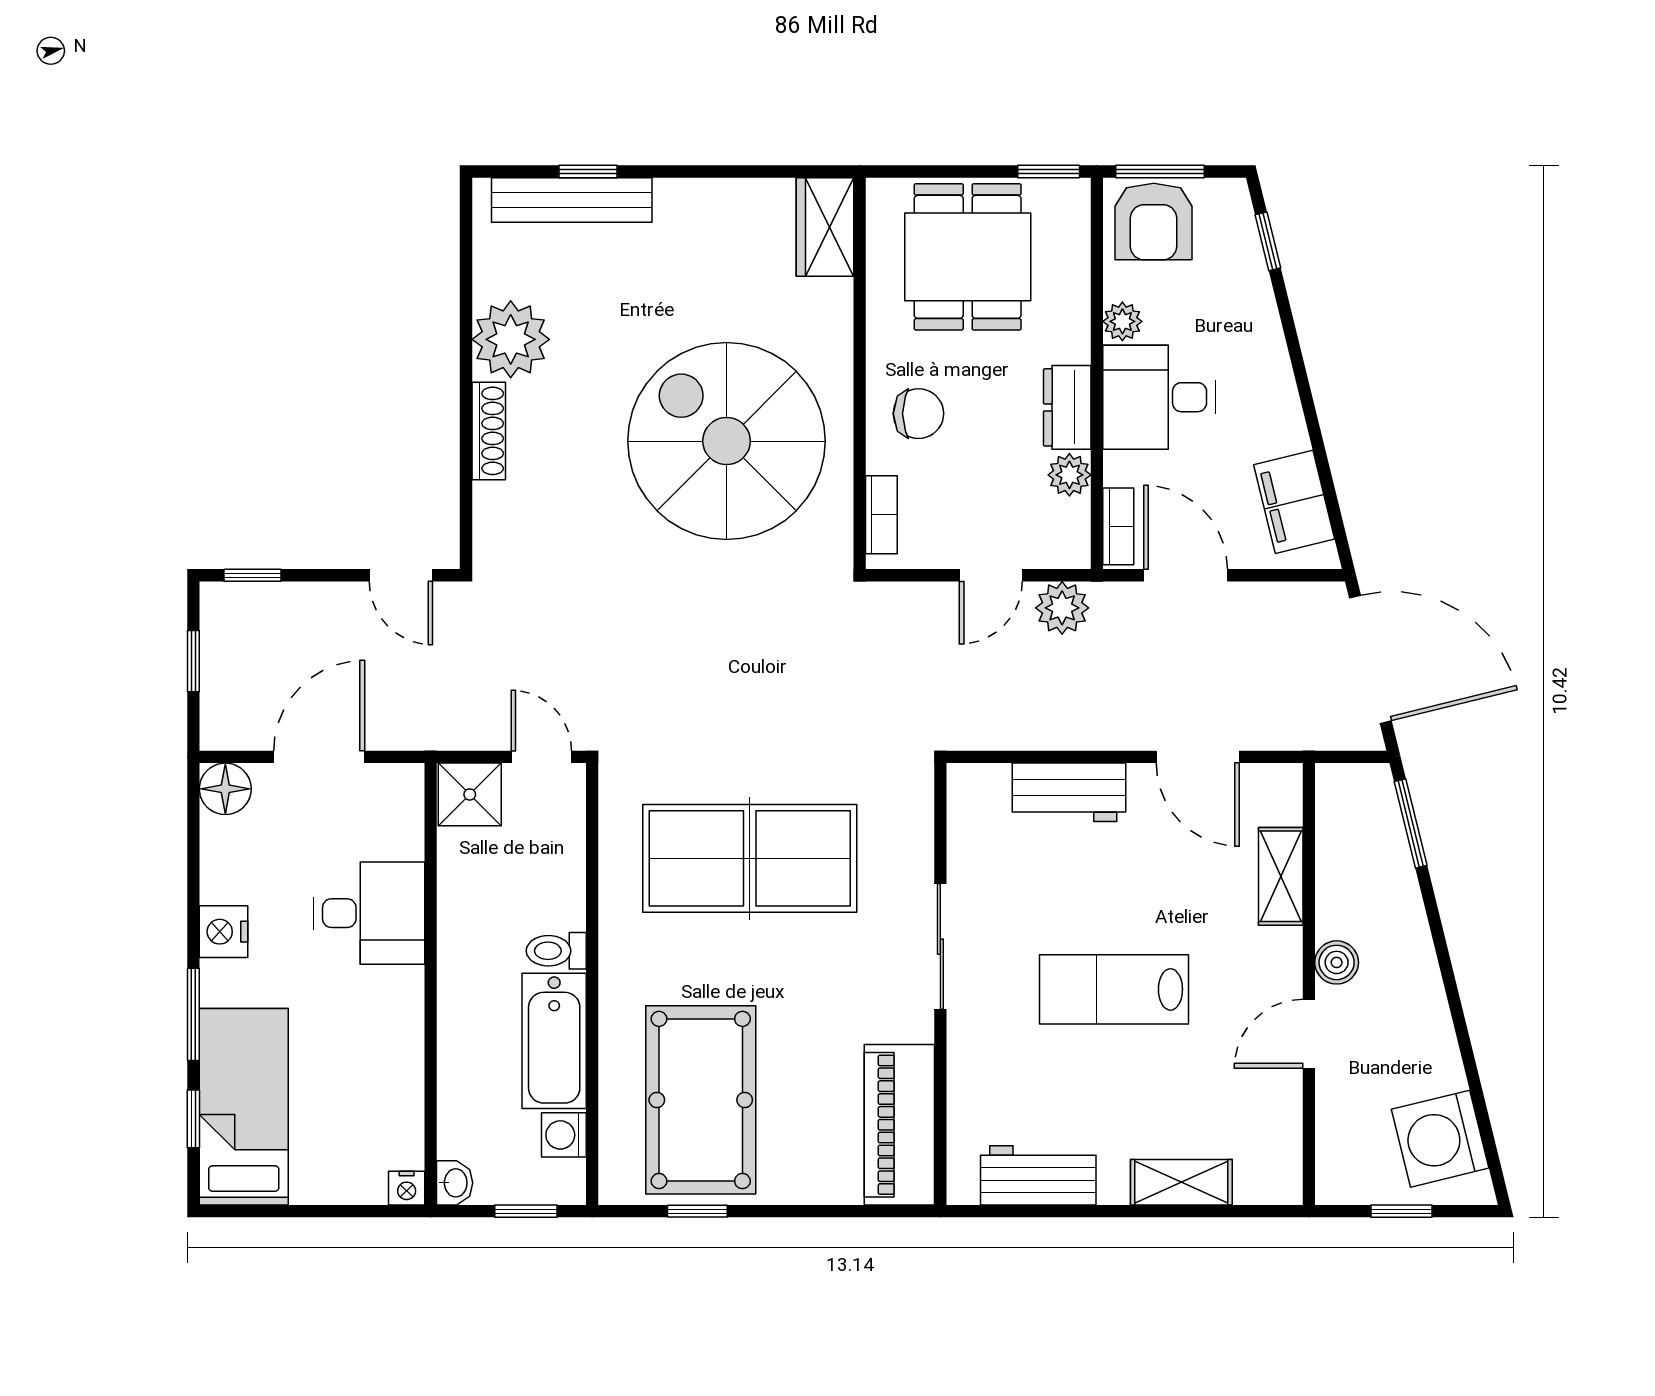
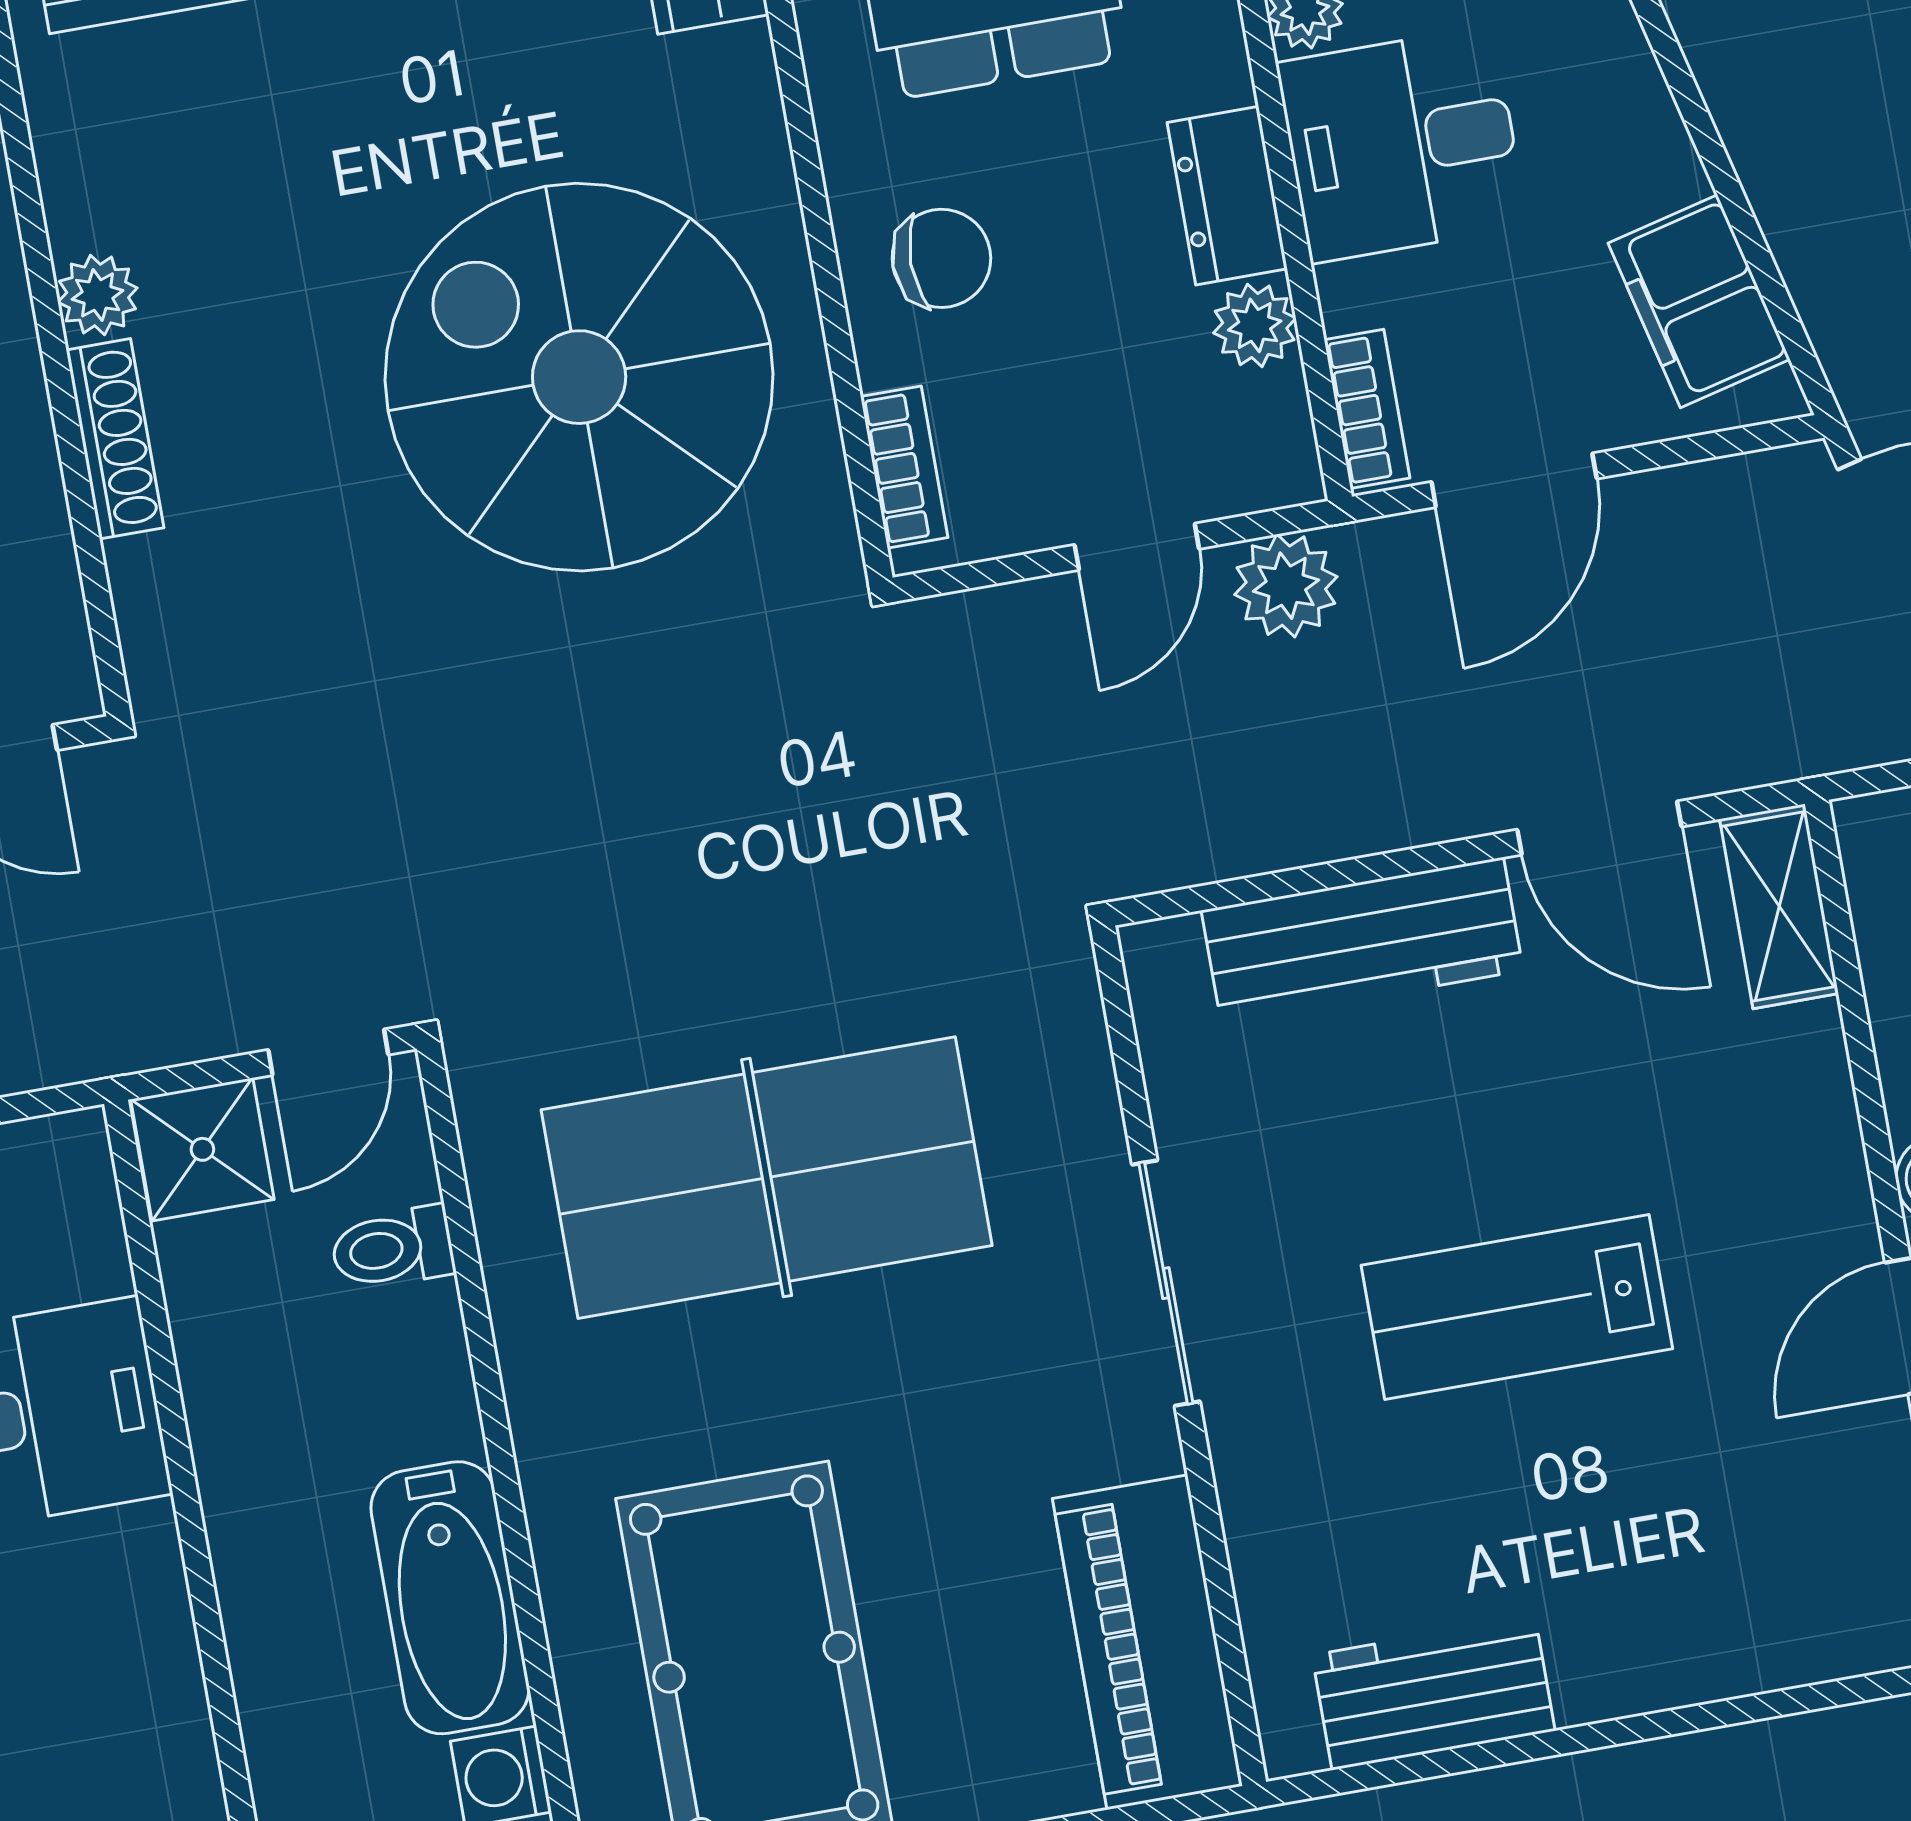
plant: (511, 339) -> (98, 295), width x0.53, depth x0.53
door: (1186, 575) -> (1514, 480), swing flipped
door: (541, 757) -> (328, 1052), swing flipped
workbench: (1069, 792) -> (1362, 940), width x1.38
shelving: (1281, 876) -> (1779, 906), moved
toilet: (556, 951) -> (393, 1248), moved
shelving: (1181, 1182) -> (1713, 1657), removed

